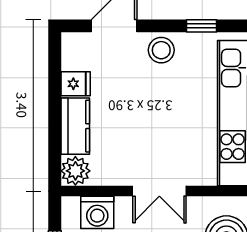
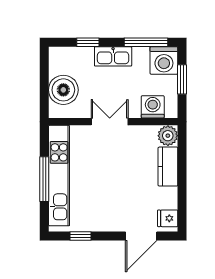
stool: (161, 50) -> (108, 219), removed
fridge: (76, 84) -> (168, 218), moved

